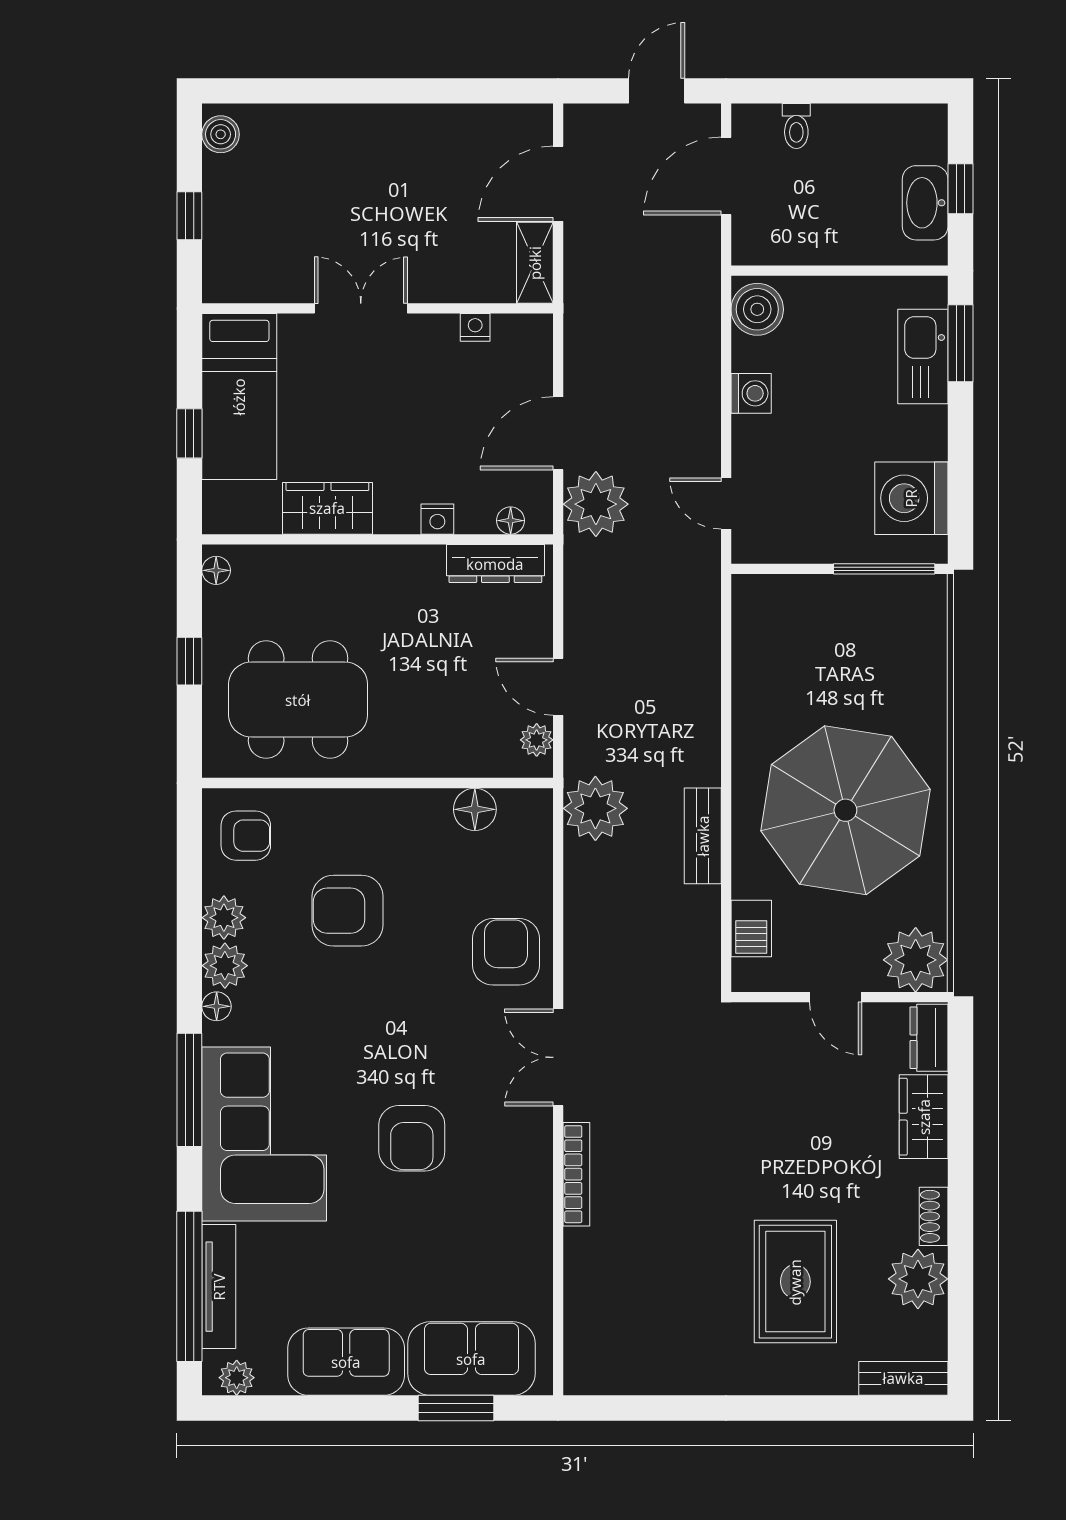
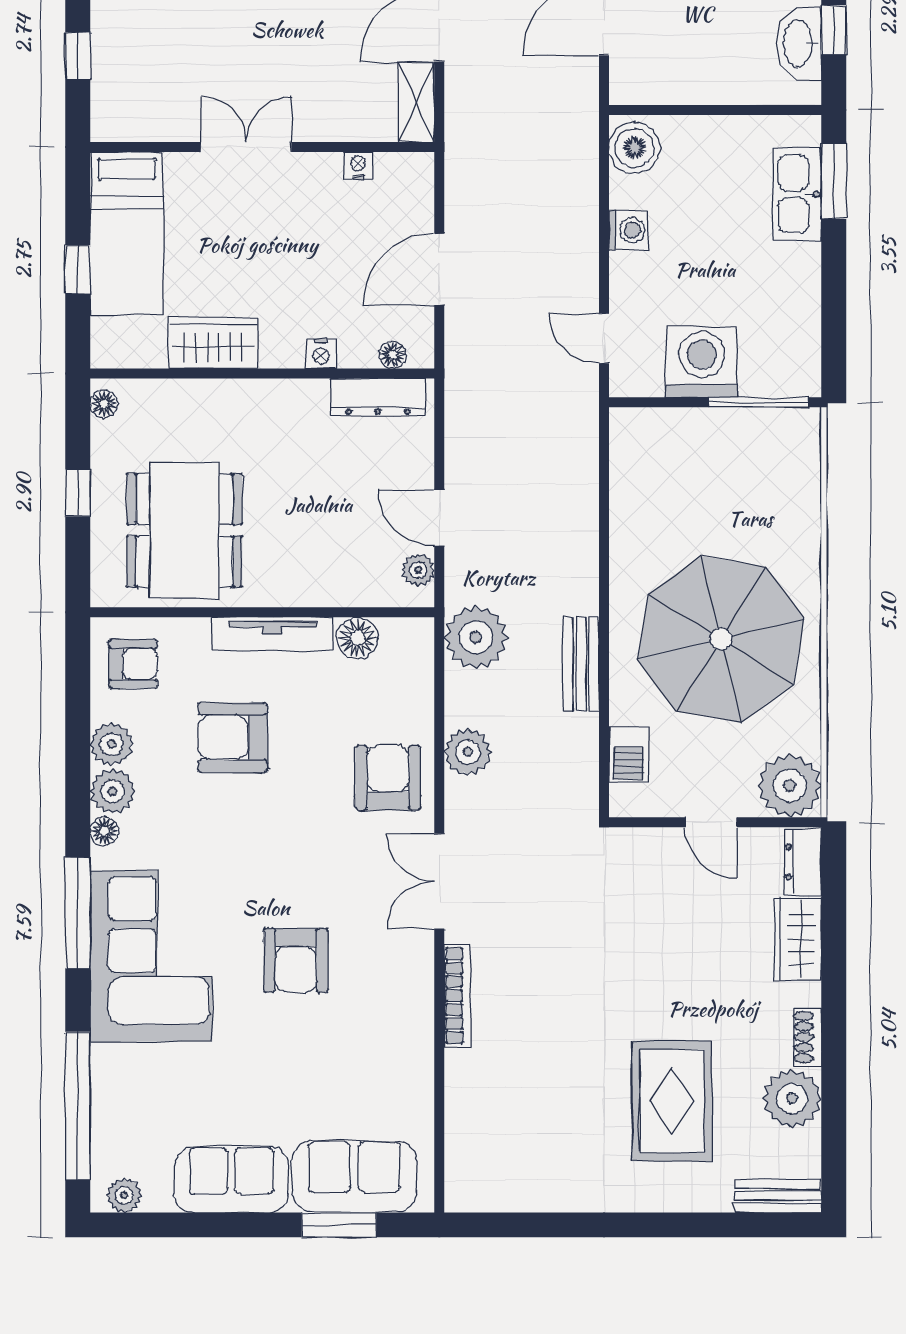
washing machine: (911, 498) -> (702, 362), moved, turned 90
plant: (596, 504) -> (468, 752), moved, width x0.73, depth x0.73
dining table: (298, 700) -> (184, 530), turned 90
tv unit: (219, 1287) -> (273, 634), moved, turned 90

